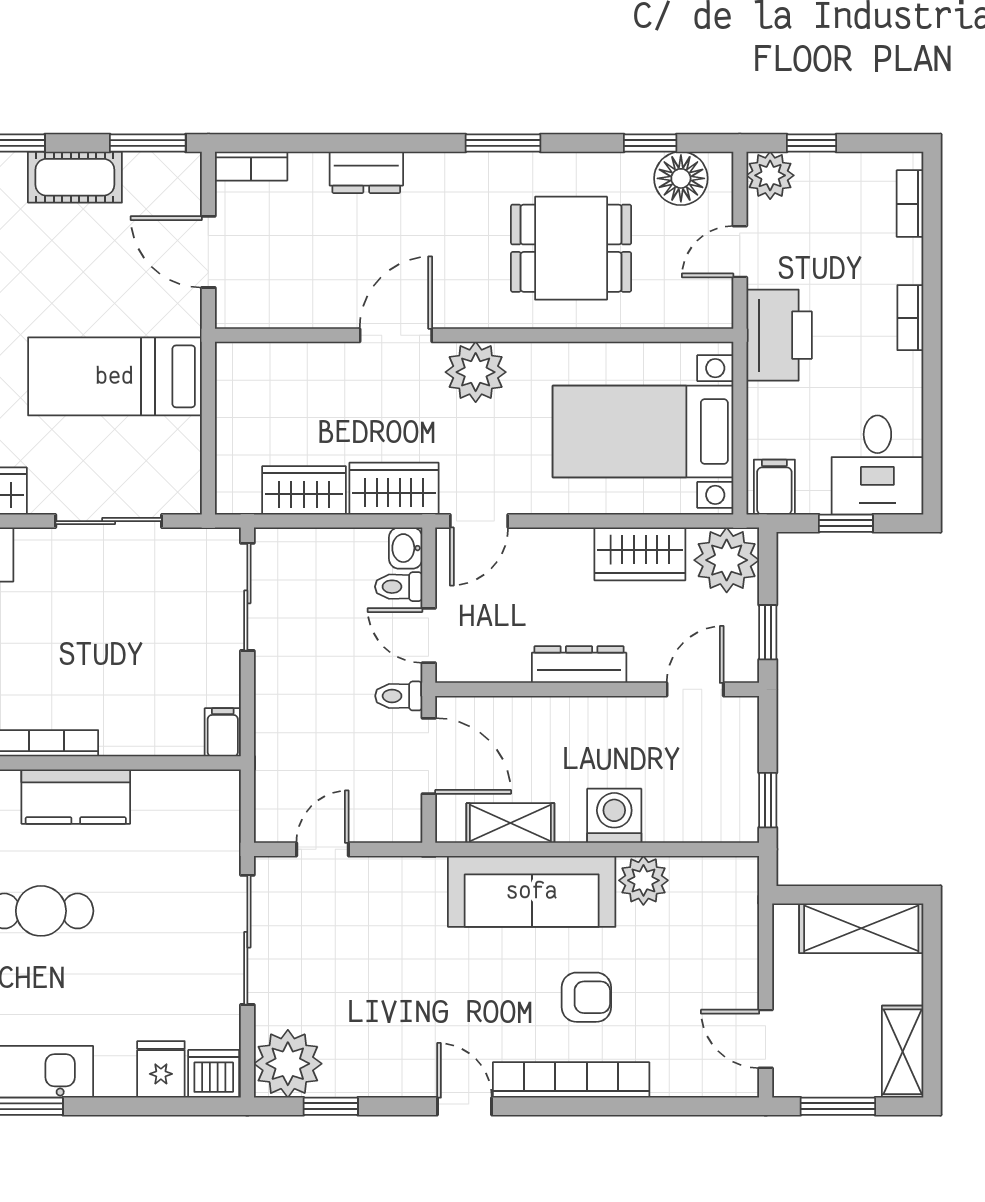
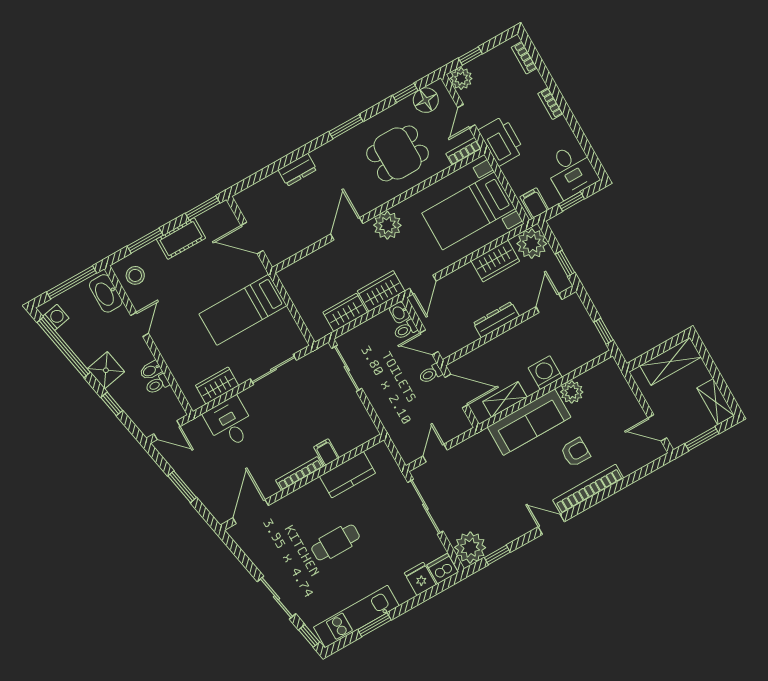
bookcase: (251, 166) -> (464, 151), moved, turned 180
filing cabinet: (223, 732) -> (326, 452), moved
kitchen counter: (76, 797) -> (347, 475), moved

